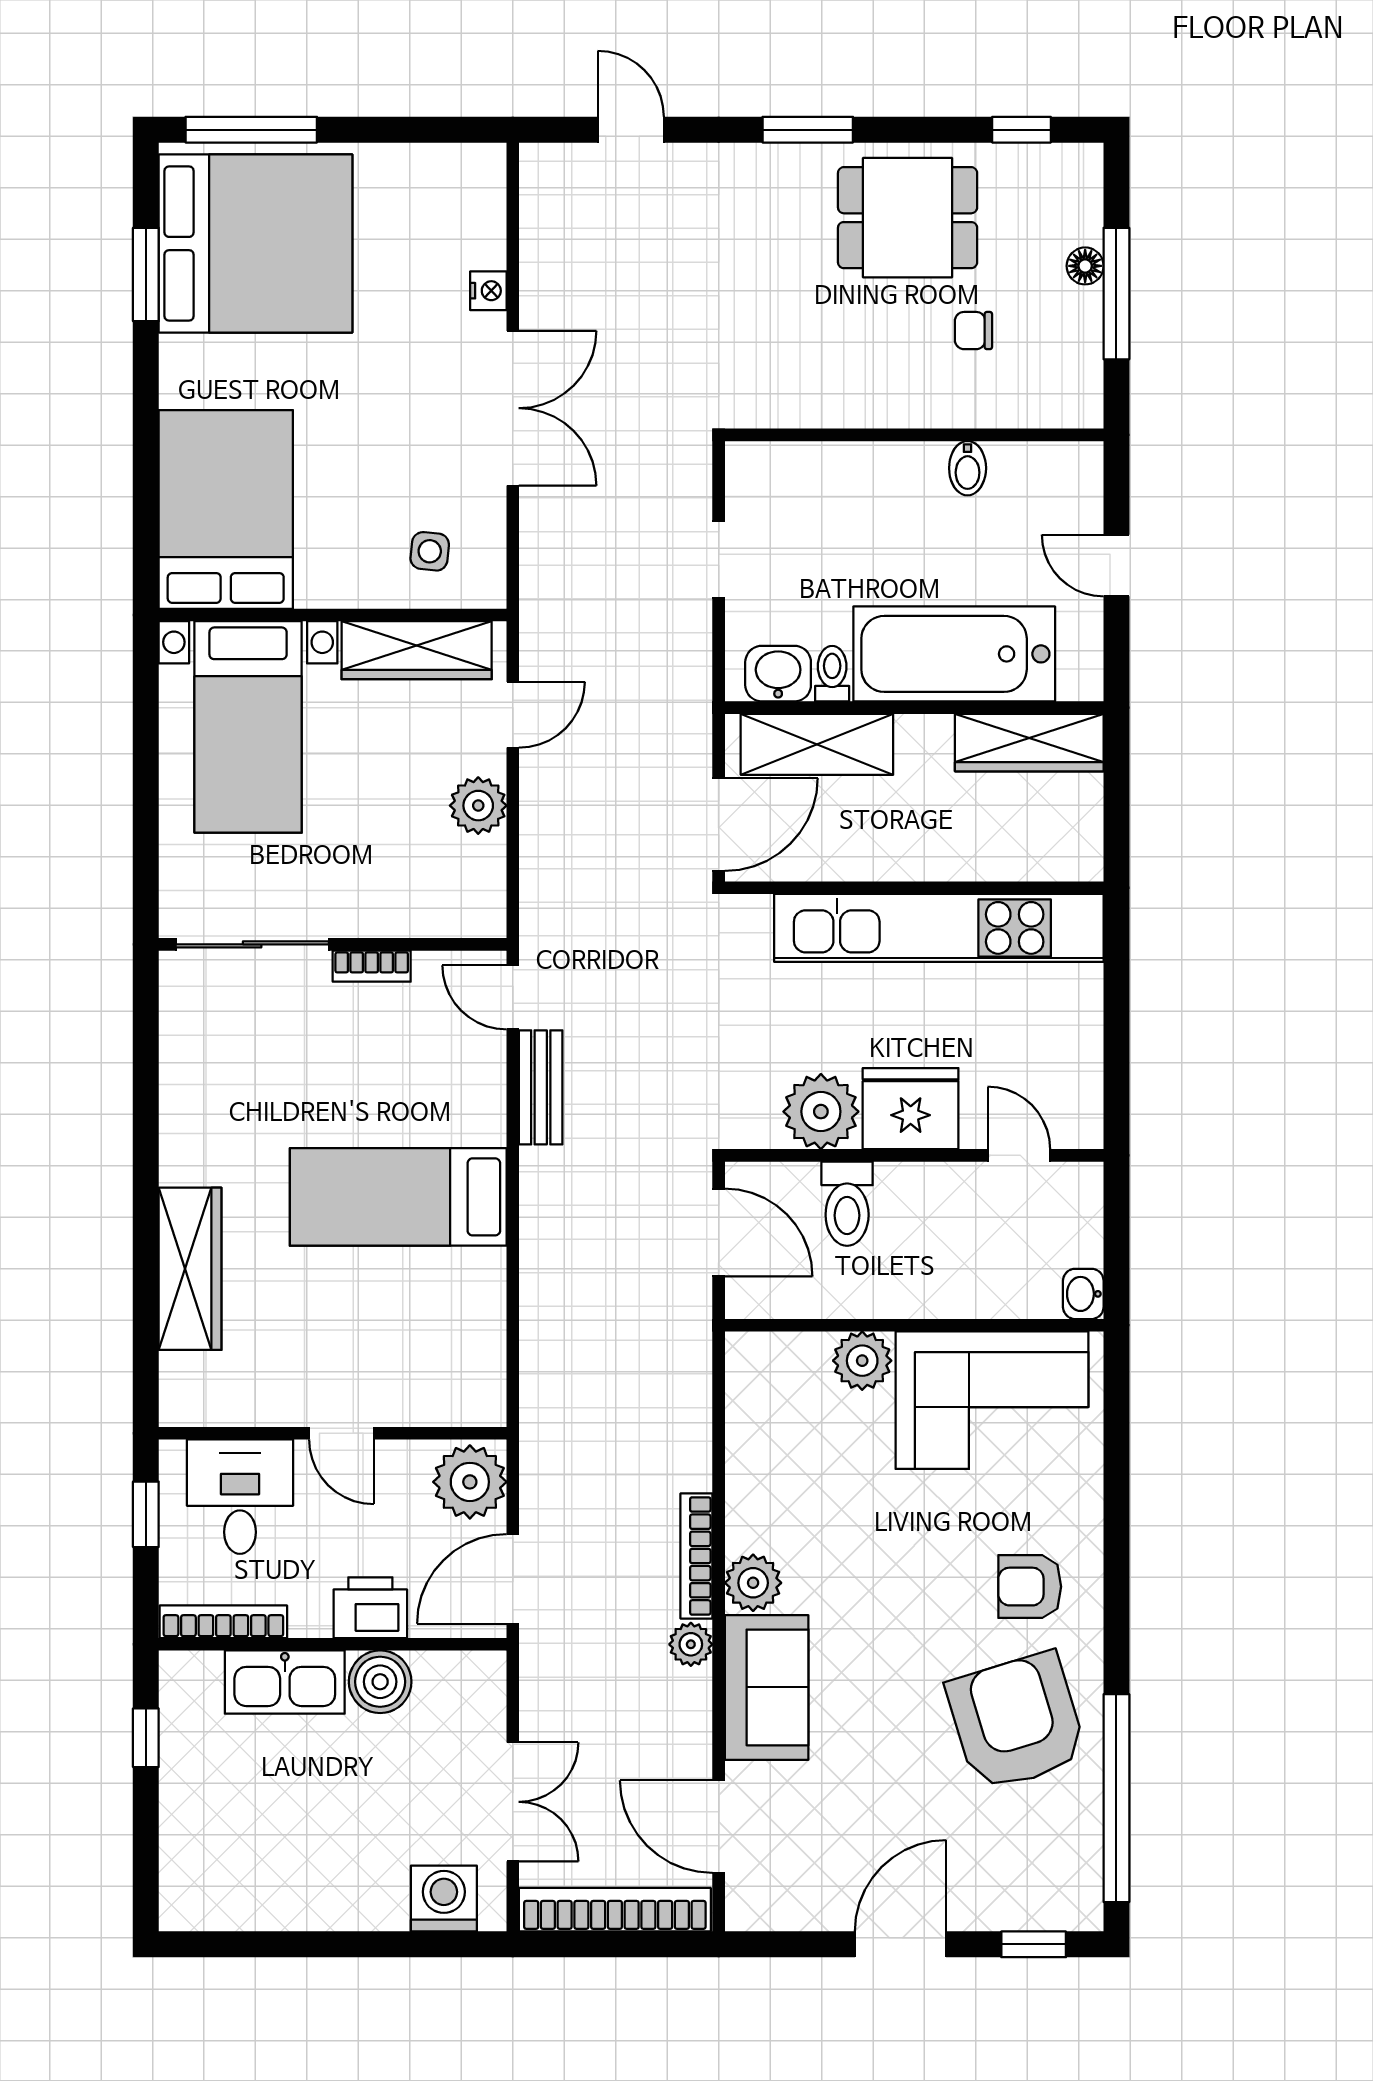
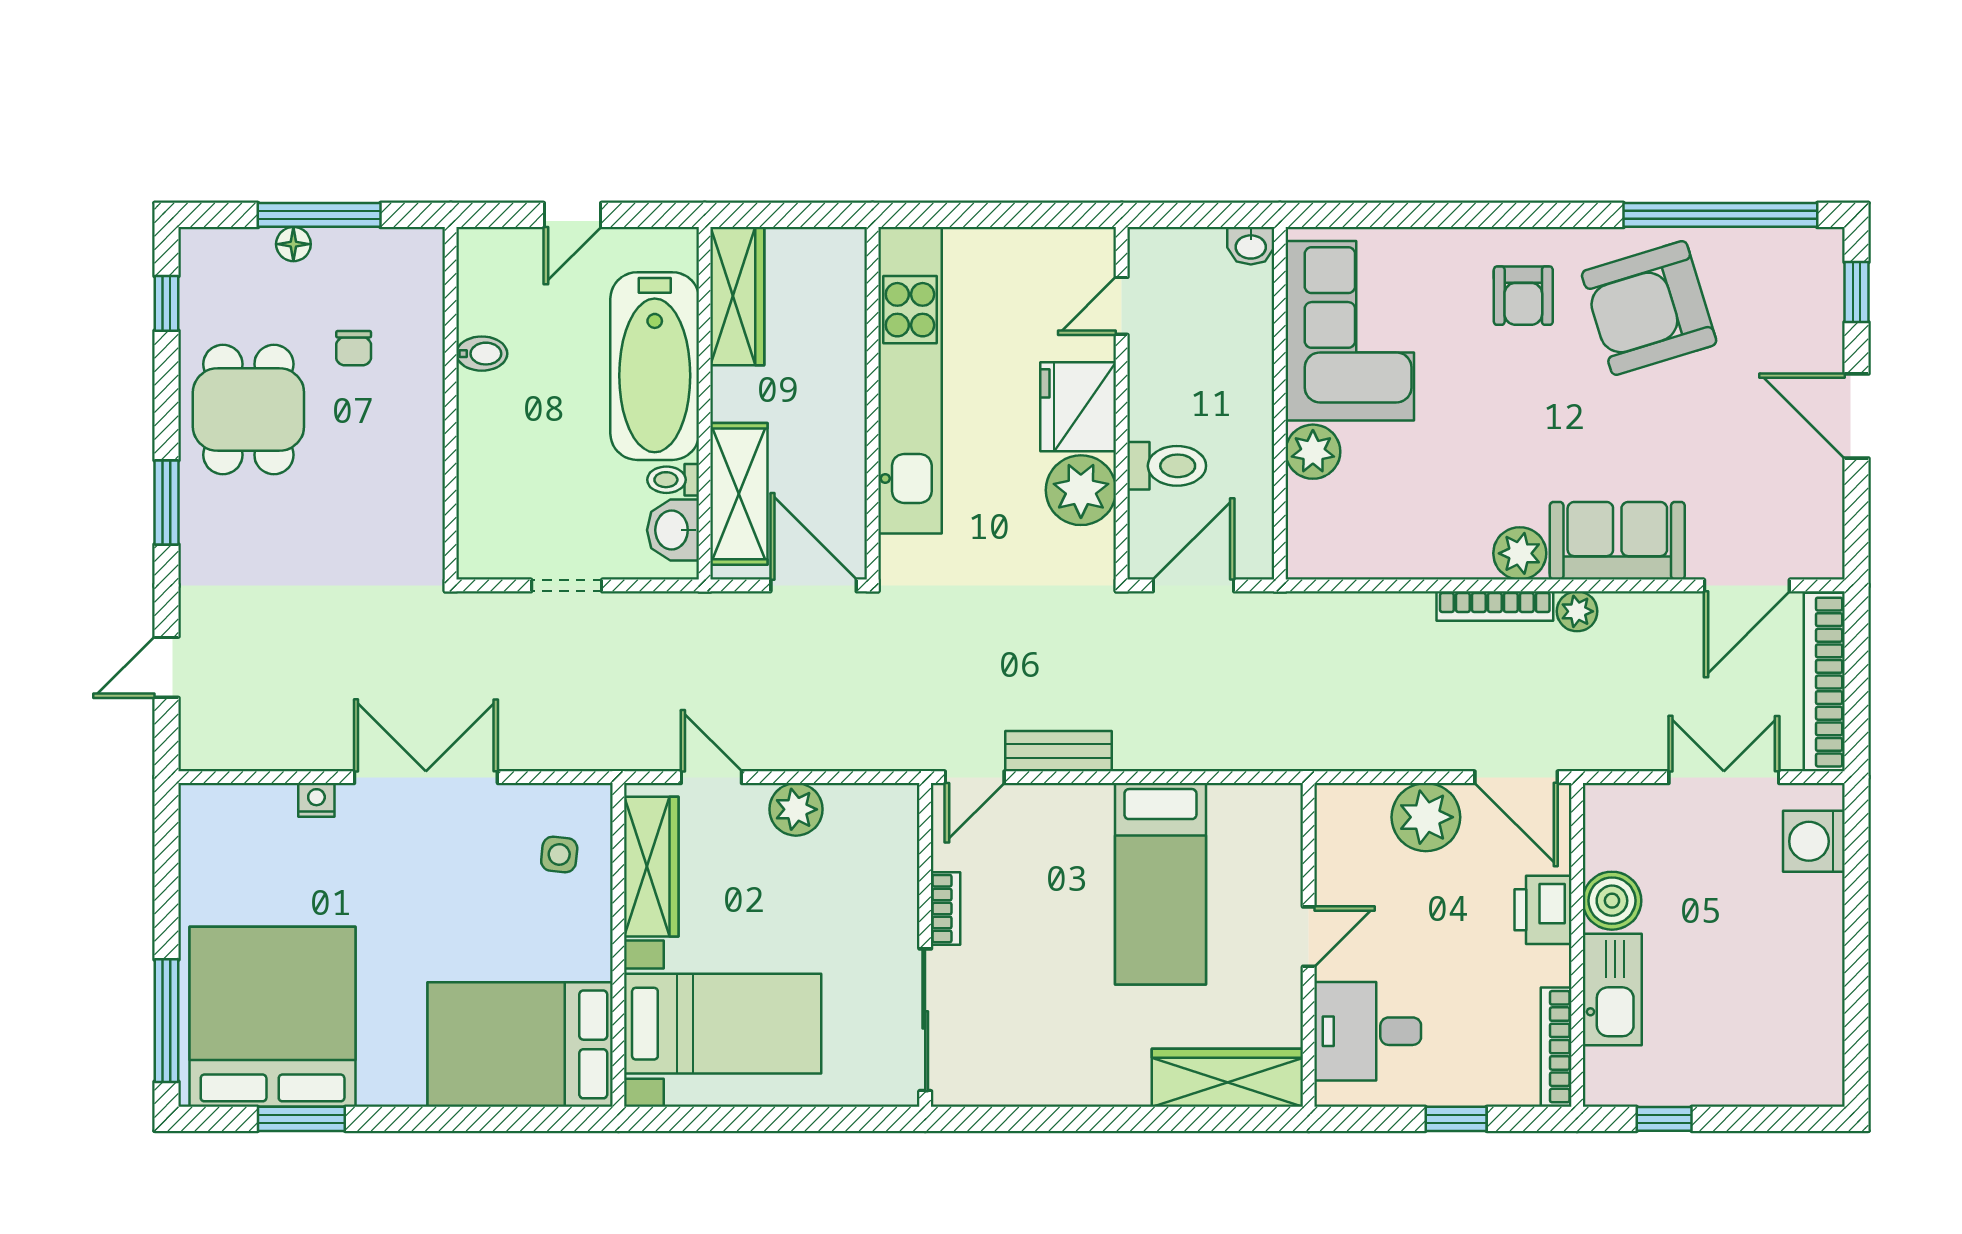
wall: (333, 1433) -> (1309, 945), moved
door: (342, 1433) -> (1309, 937), moved
desk: (240, 1497) -> (1368, 1031), moved

